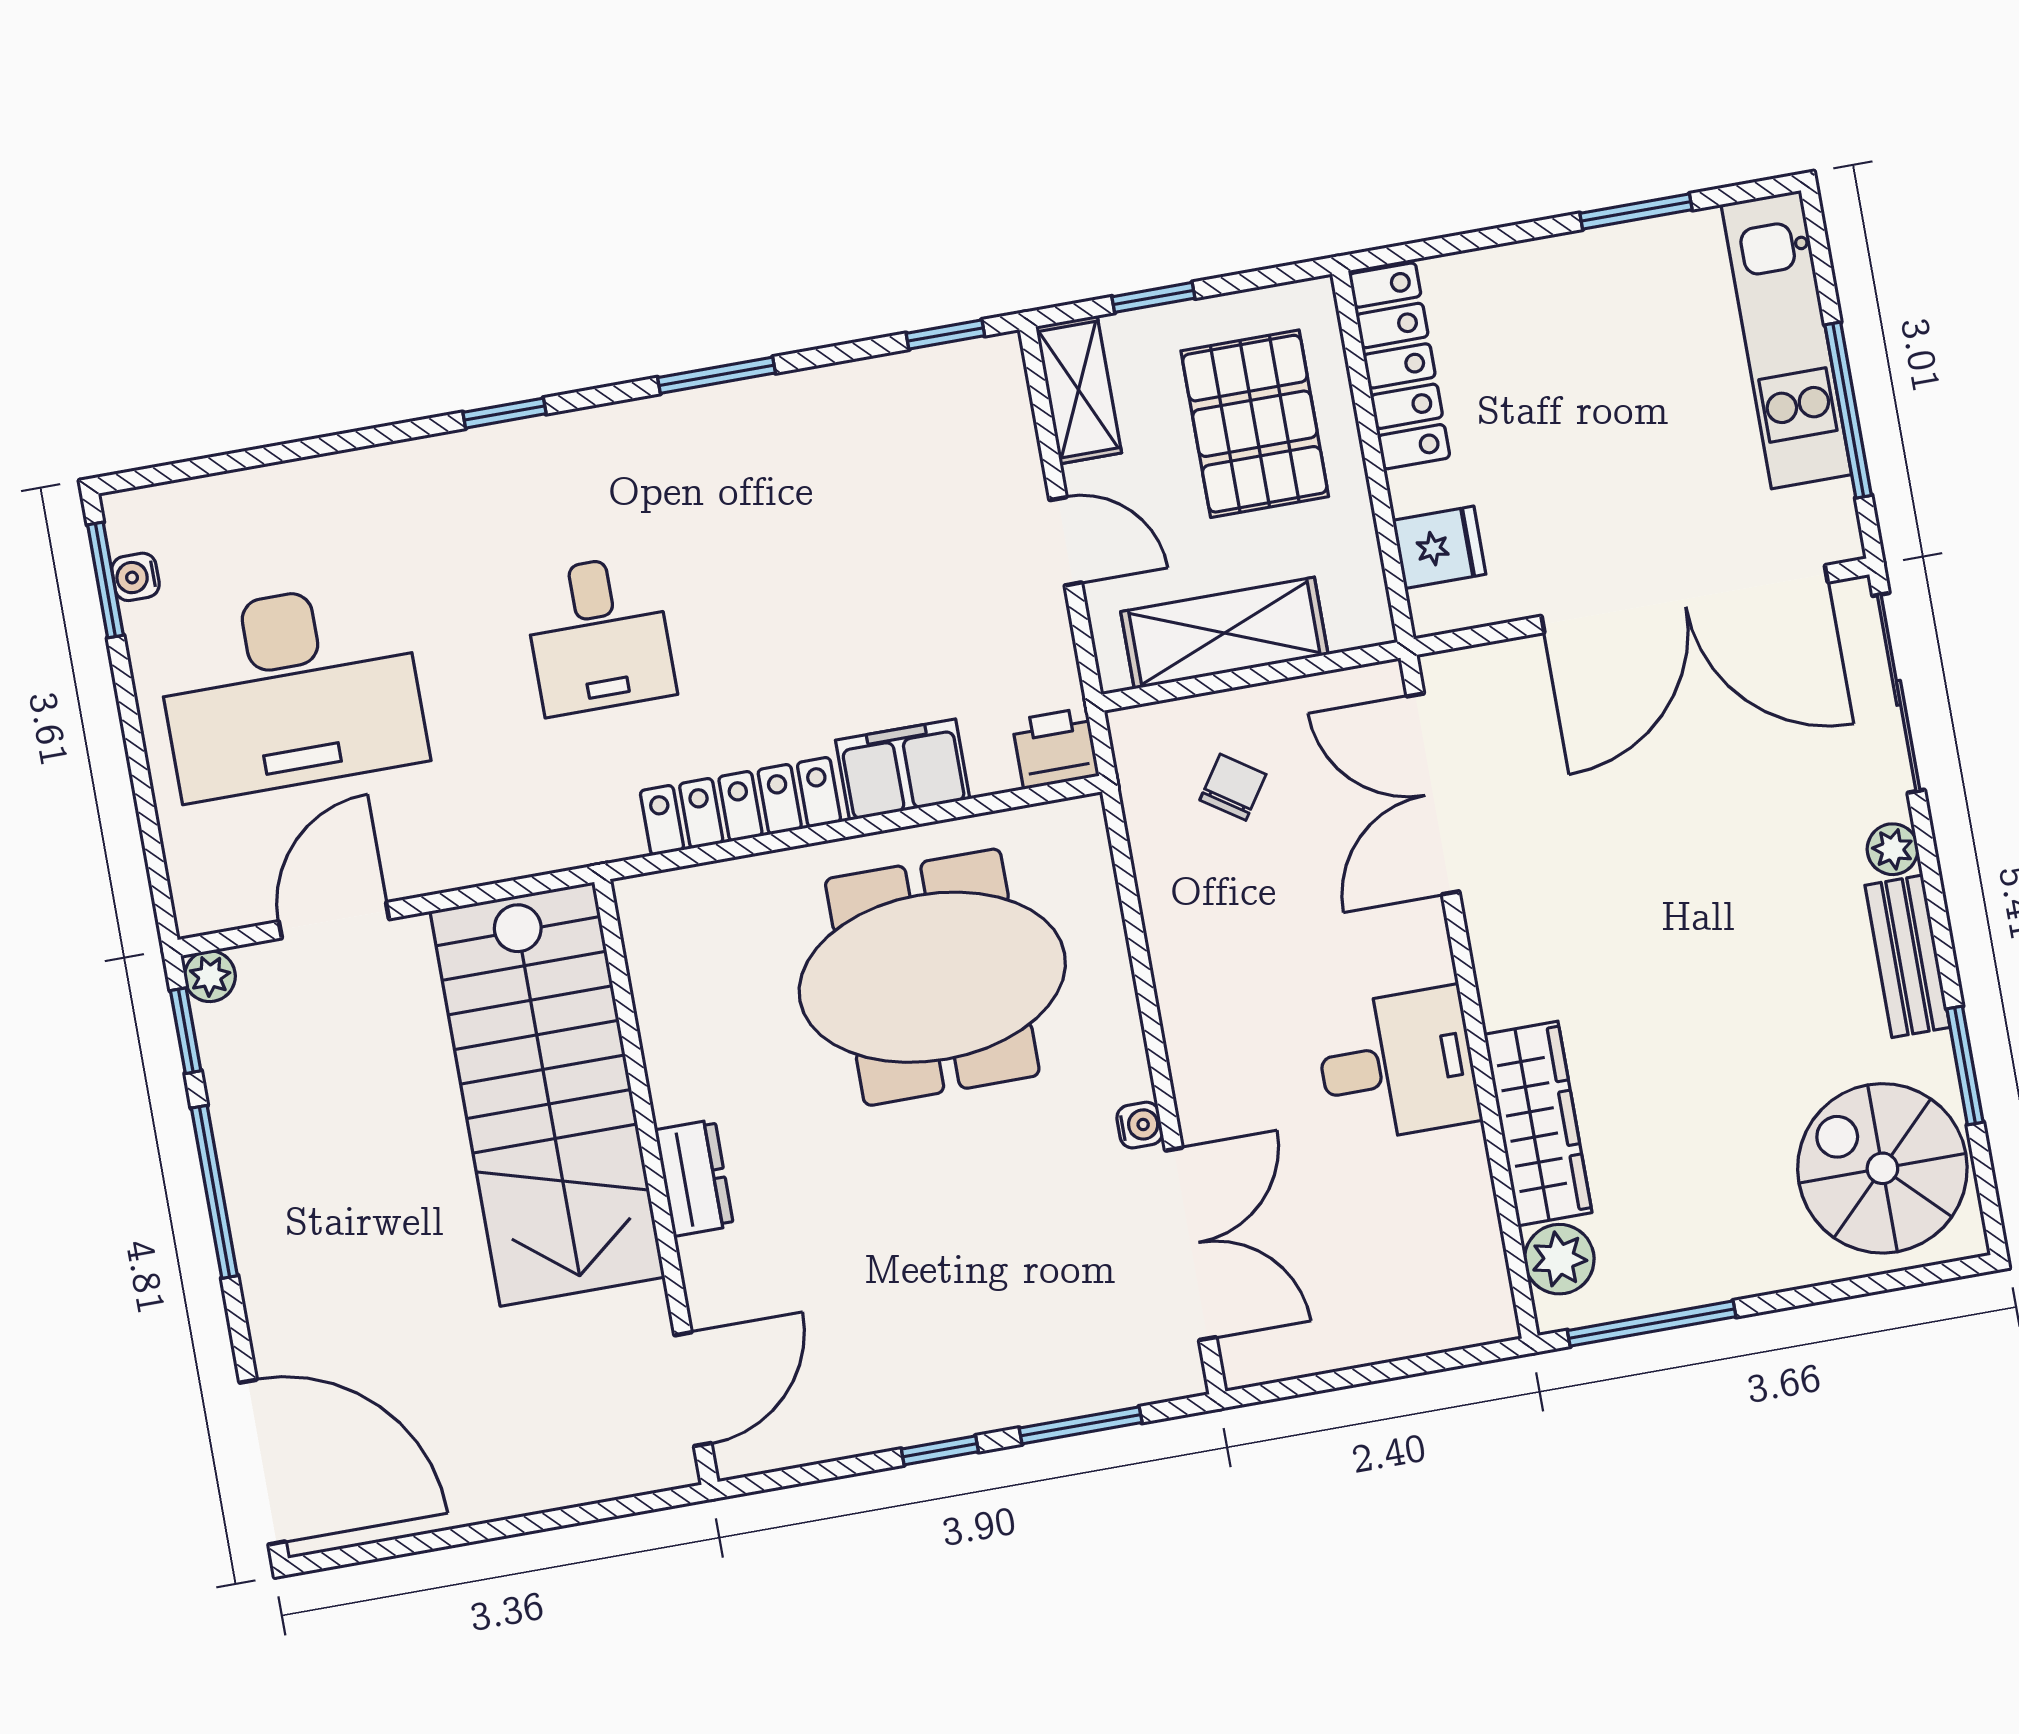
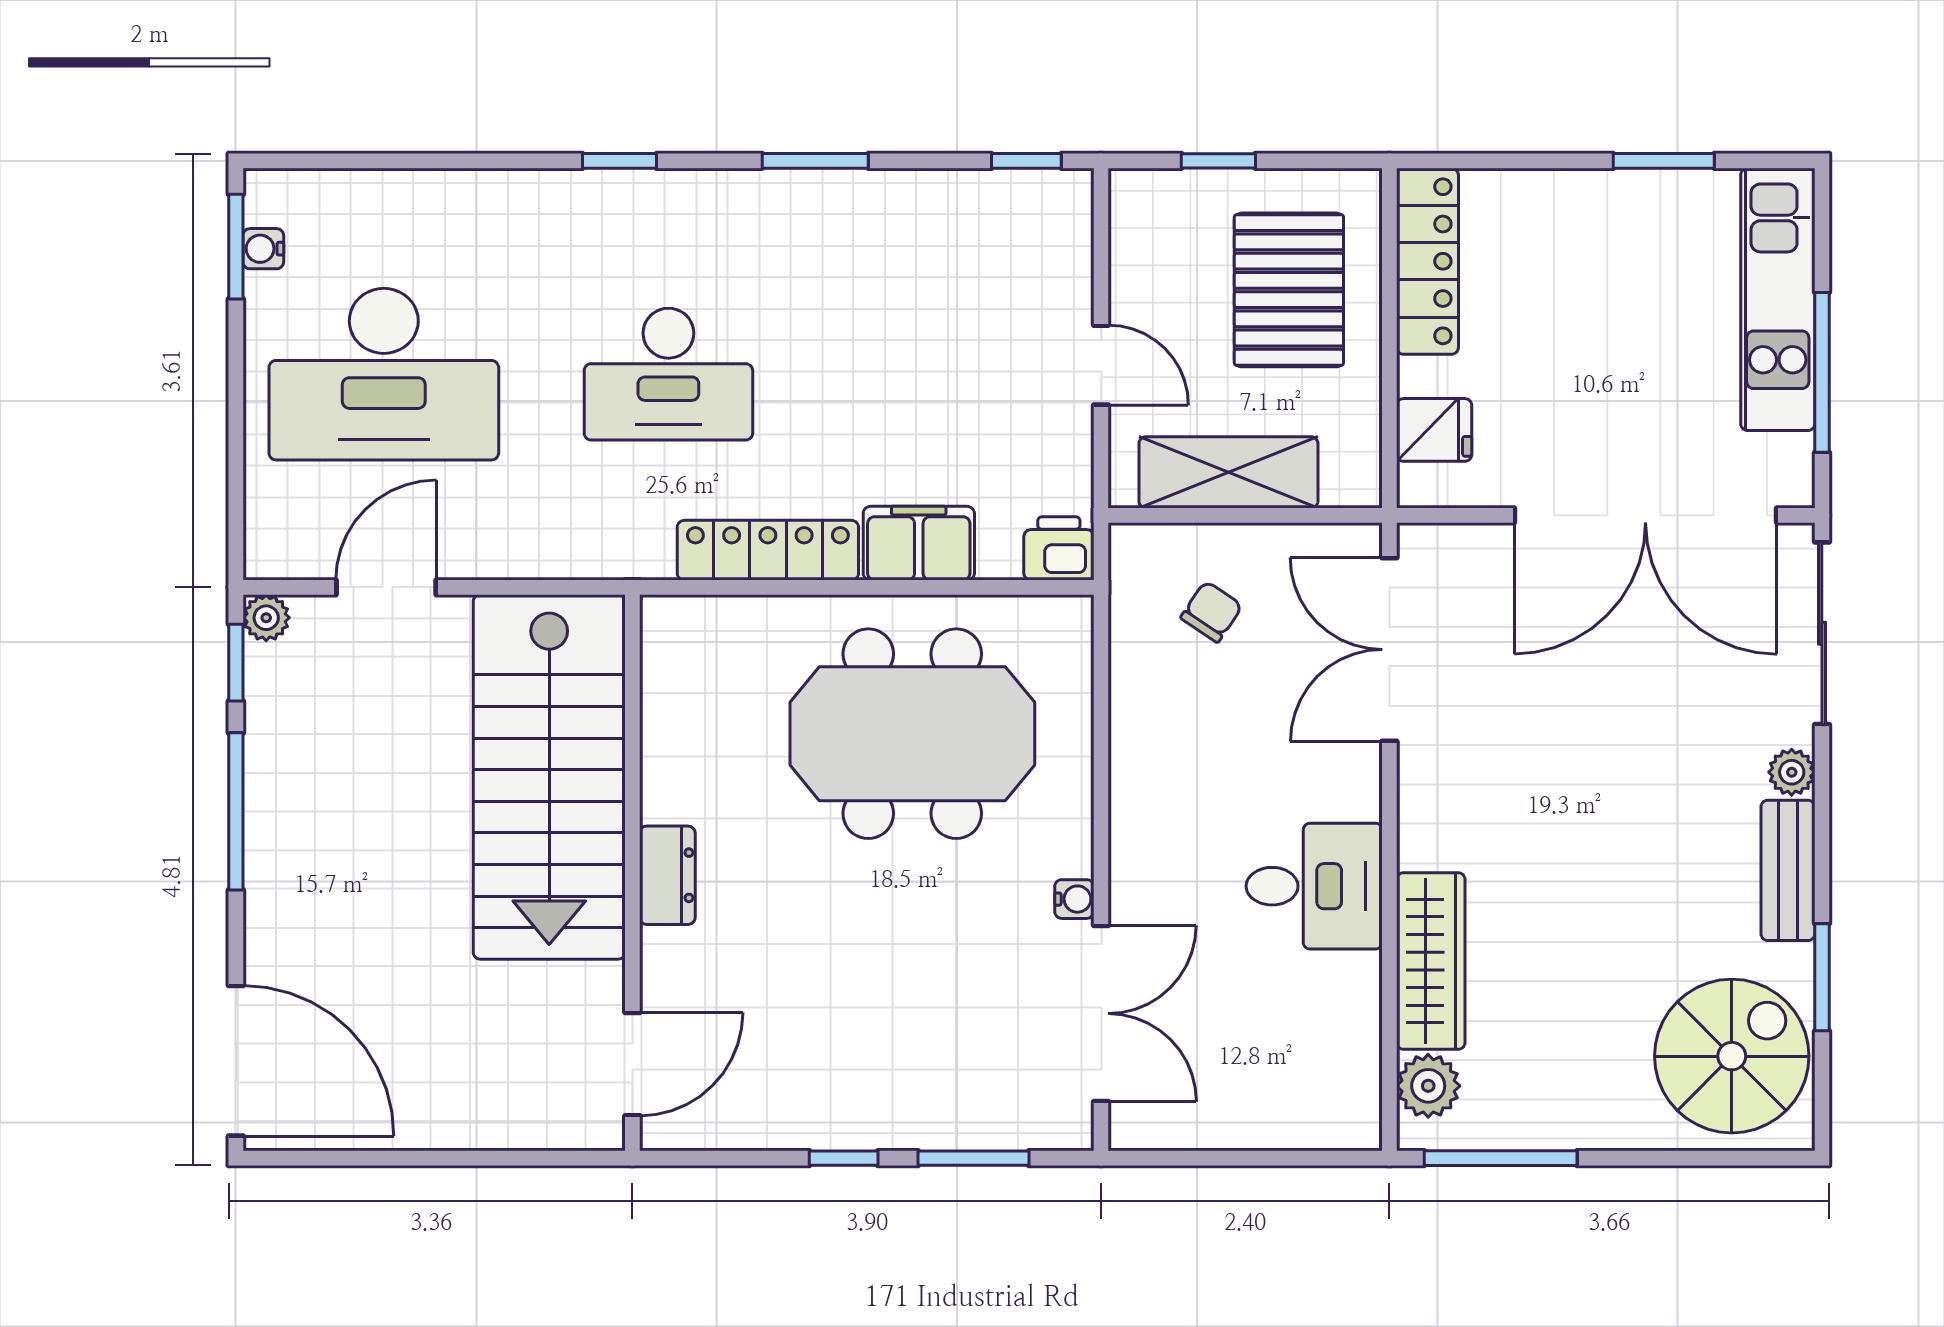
shelving: (1079, 390) -> (1137, 231), removed
desk: (599, 635) -> (668, 374), width x1.37
spiral stairs: (1882, 1168) -> (1732, 1056), turned 90

